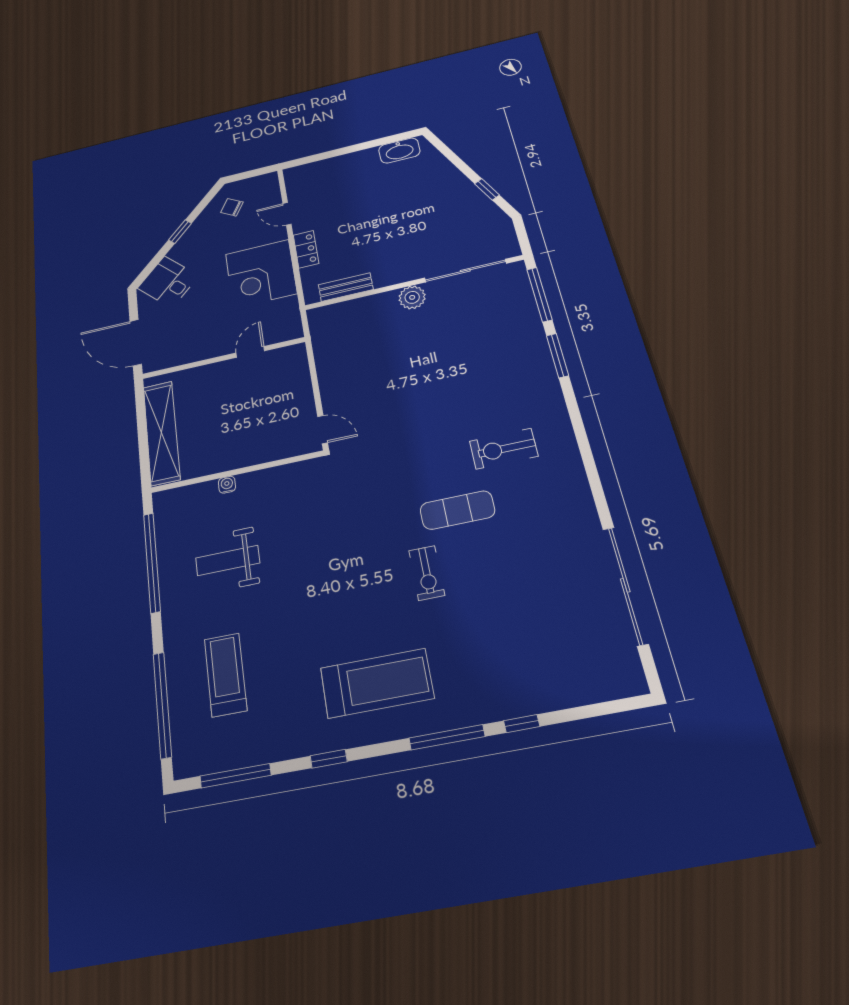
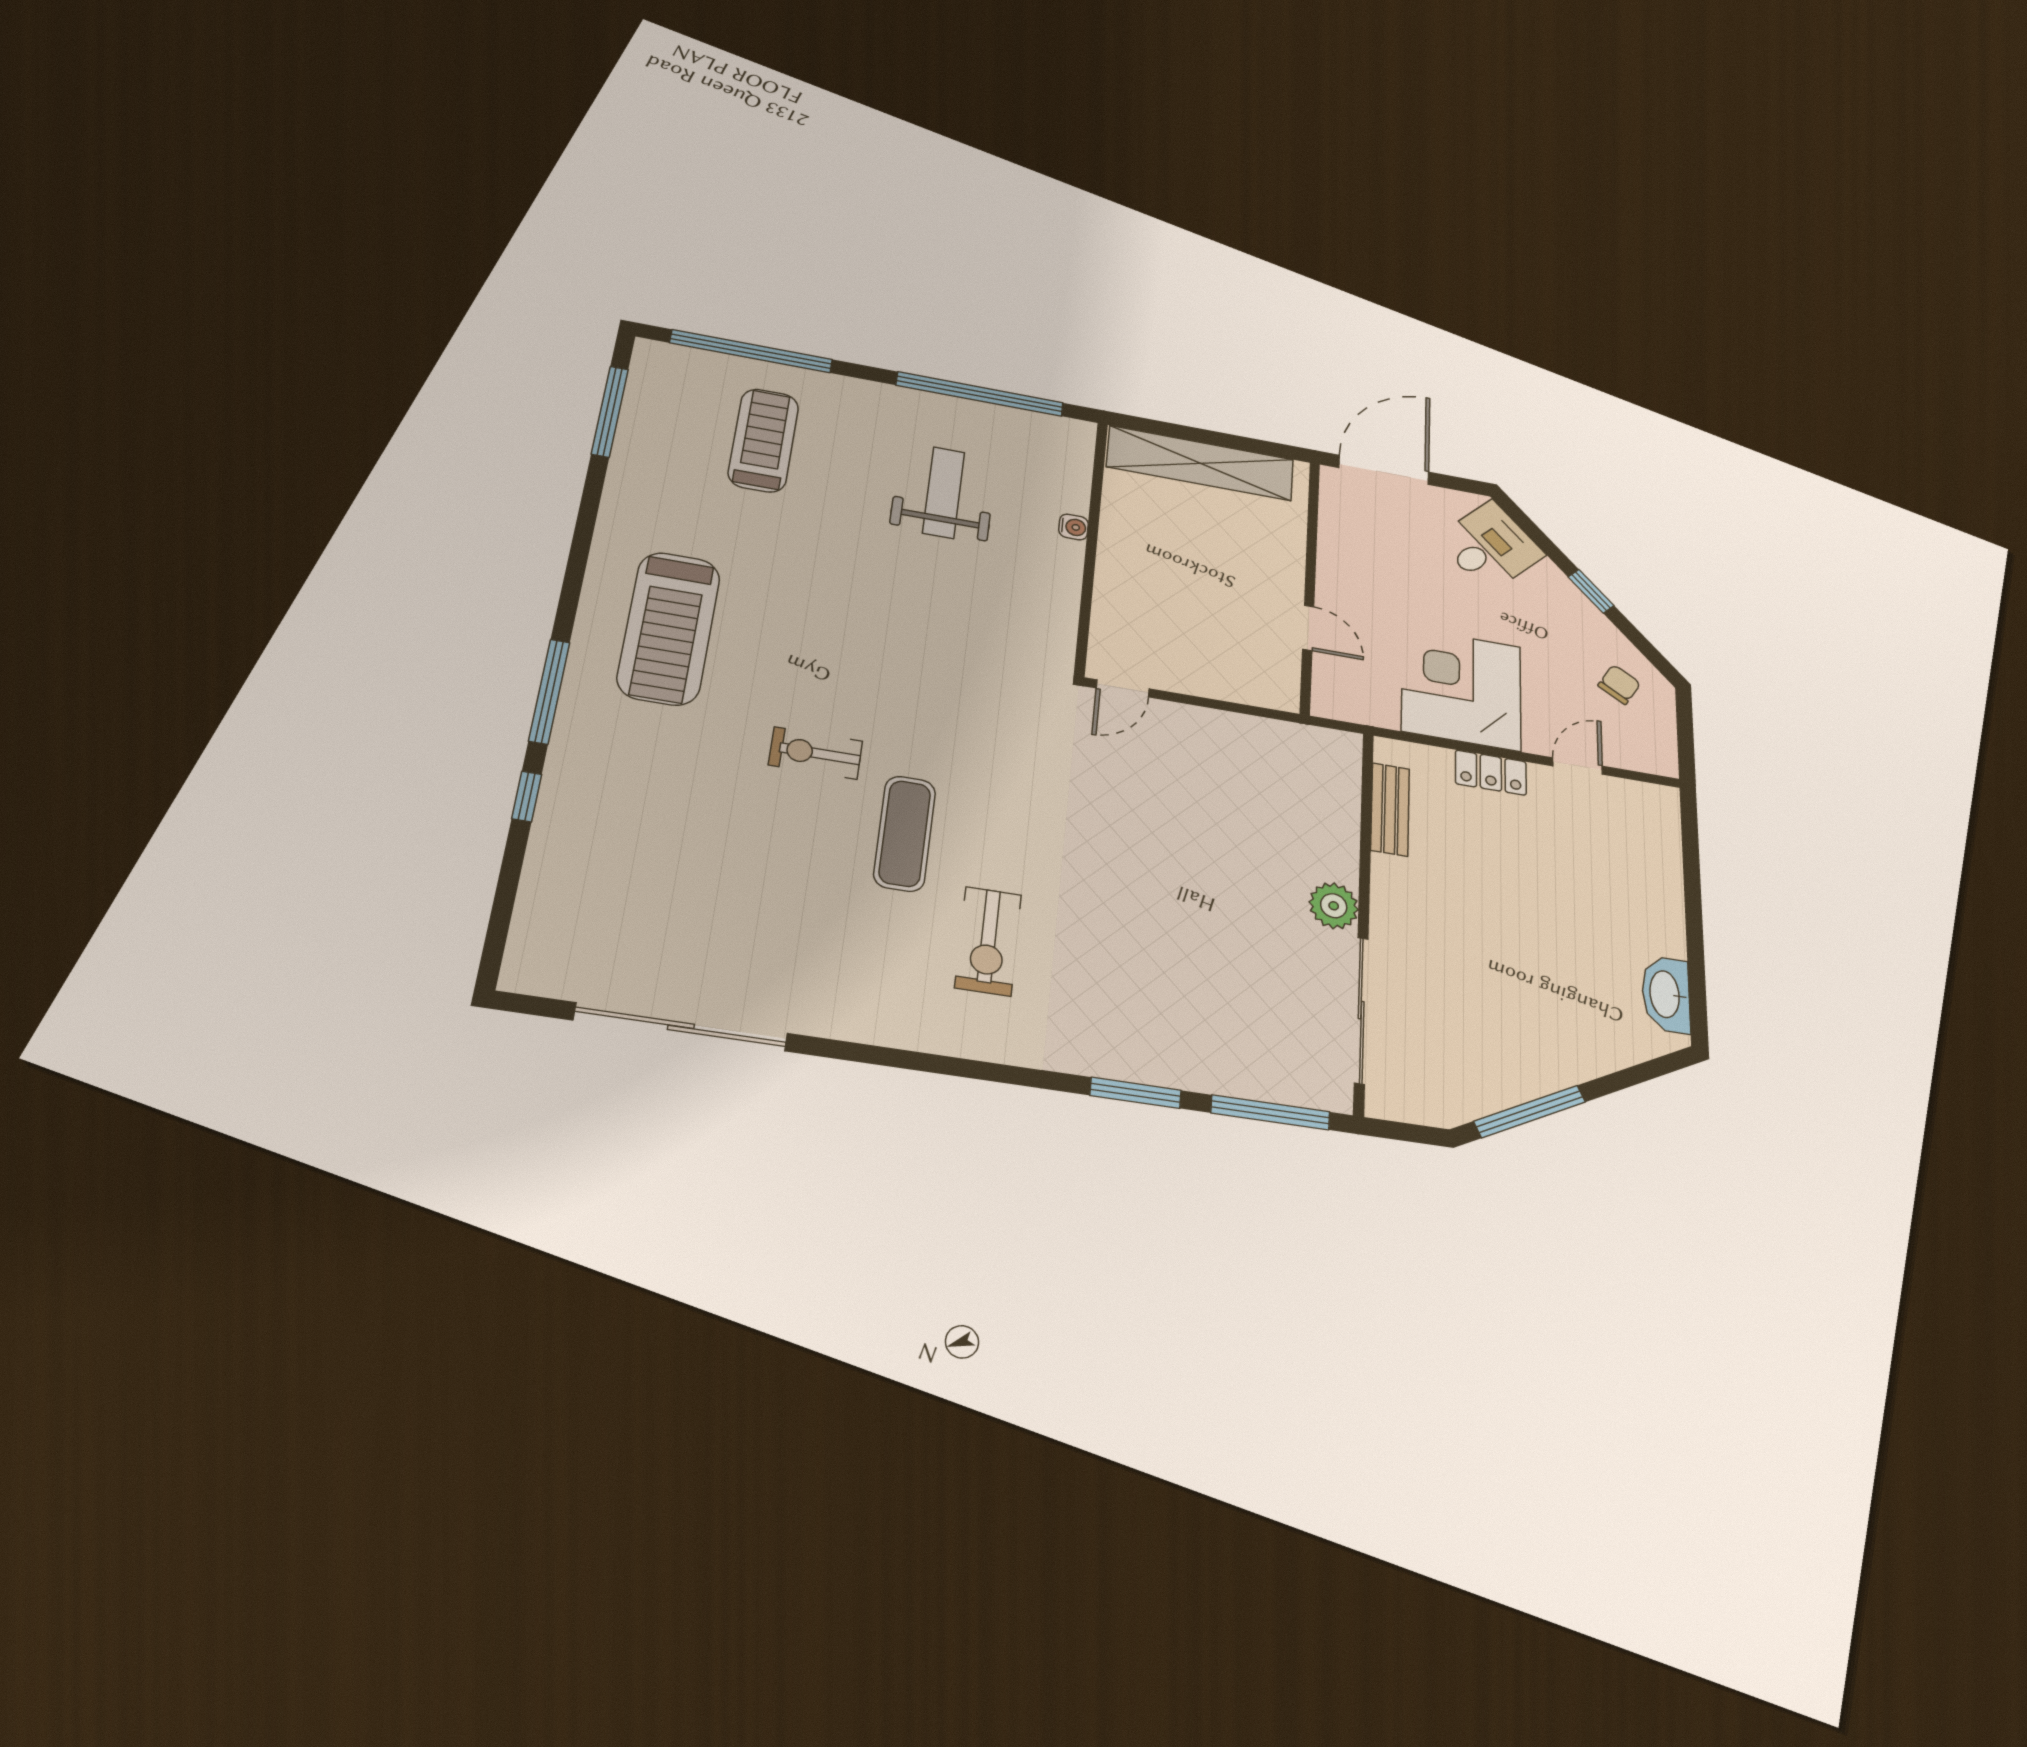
window: (487, 189) -> (1530, 1112), width x2.17
exercise bike: (504, 449) -> (988, 941), turned 180
treadmill: (226, 675) -> (763, 440), turned -90
window: (329, 759) -> (584, 532), removed

